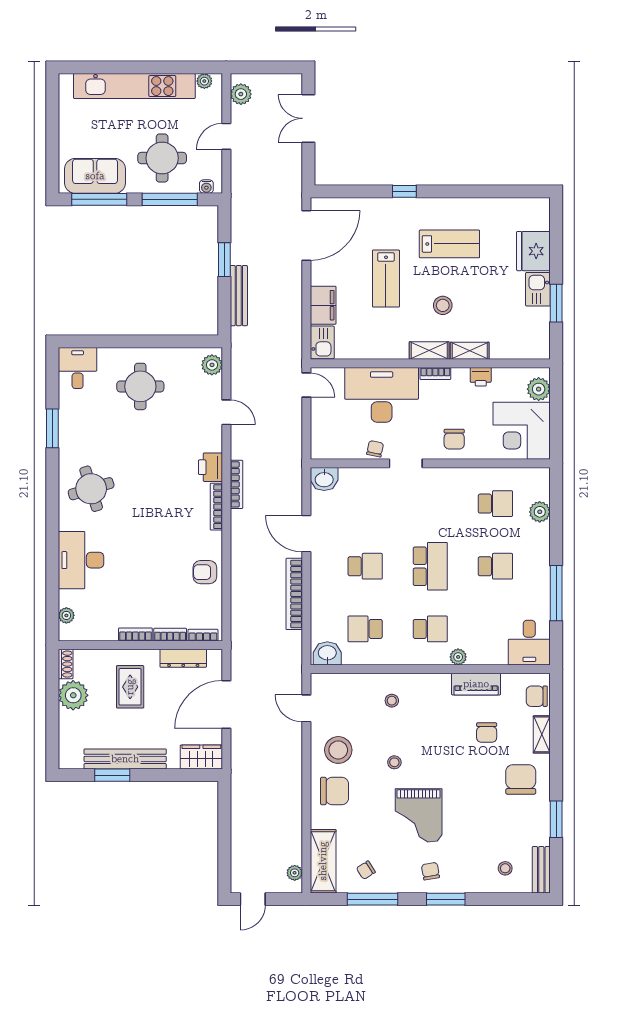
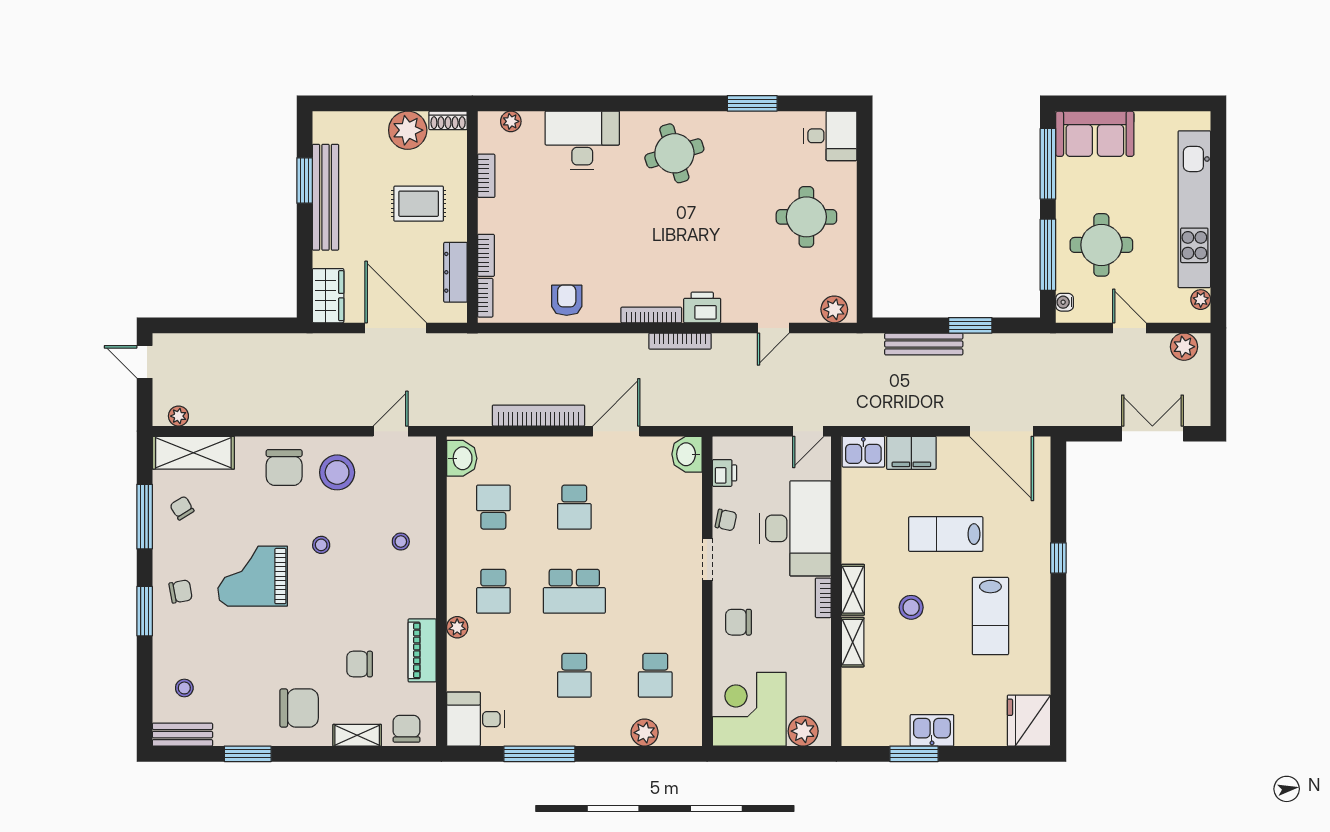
sofa: (95, 176) -> (1095, 134), moved, turned 90
fridge: (533, 251) -> (1029, 721), moved, turned -90
printer: (481, 377) -> (725, 473), moved, turned 180
bookcase: (135, 634) -> (486, 176), moved

